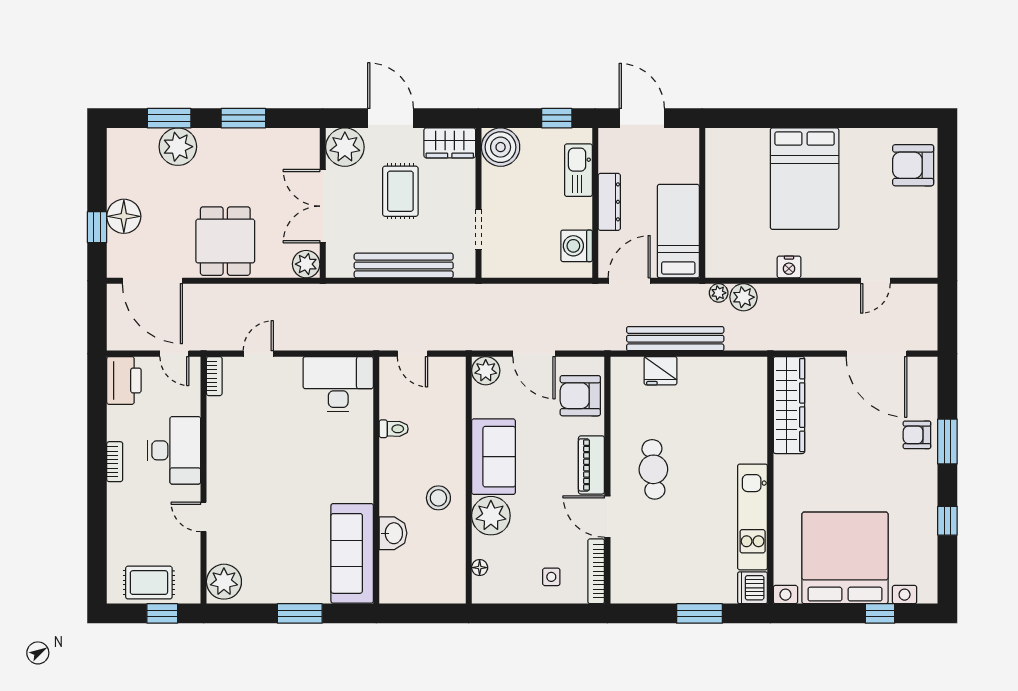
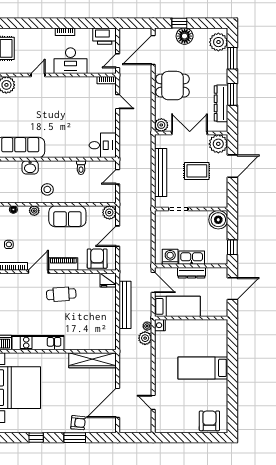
dresser: (262, 142) -> (221, 103), added
wardrobe: (450, 143) -> (220, 195), removed
plant: (178, 147) -> (218, 42), moved
kitchen sink: (578, 170) -> (192, 258), moved
bed: (805, 179) -> (203, 368), width x0.67
nightstand: (789, 267) -> (160, 325), moved
fridge: (661, 371) -> (108, 280), moved, turned -90
desk: (338, 384) -> (103, 145), width x0.73
armchair: (917, 435) -> (78, 423), turned 95
plant: (491, 516) -> (34, 211), width x0.53, depth x0.53

